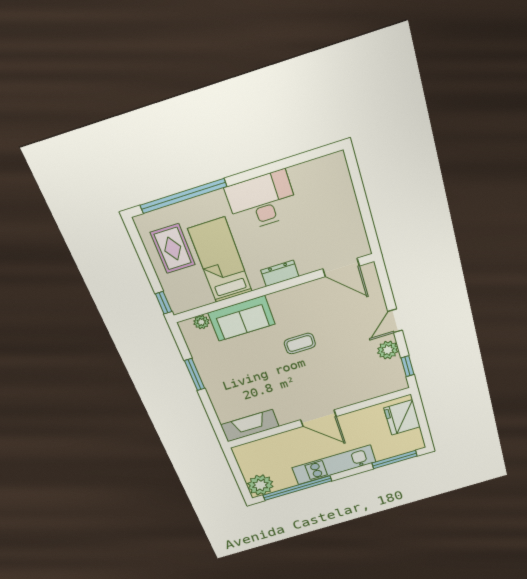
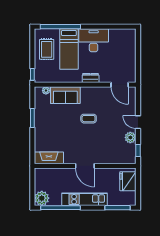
bed: (220, 260) -> (69, 49), moved, turned 180
door: (395, 321) -> (138, 122), hinge flipped

